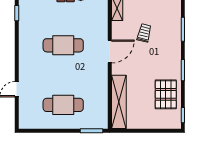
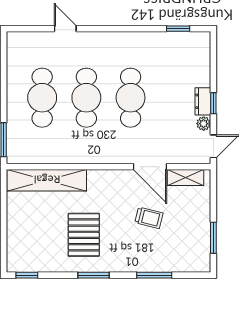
door: (110, 52) -> (150, 167), moved
cafe table: (63, 75) -> (86, 98), added
pallet: (166, 94) -> (84, 235), moved, turned 90

